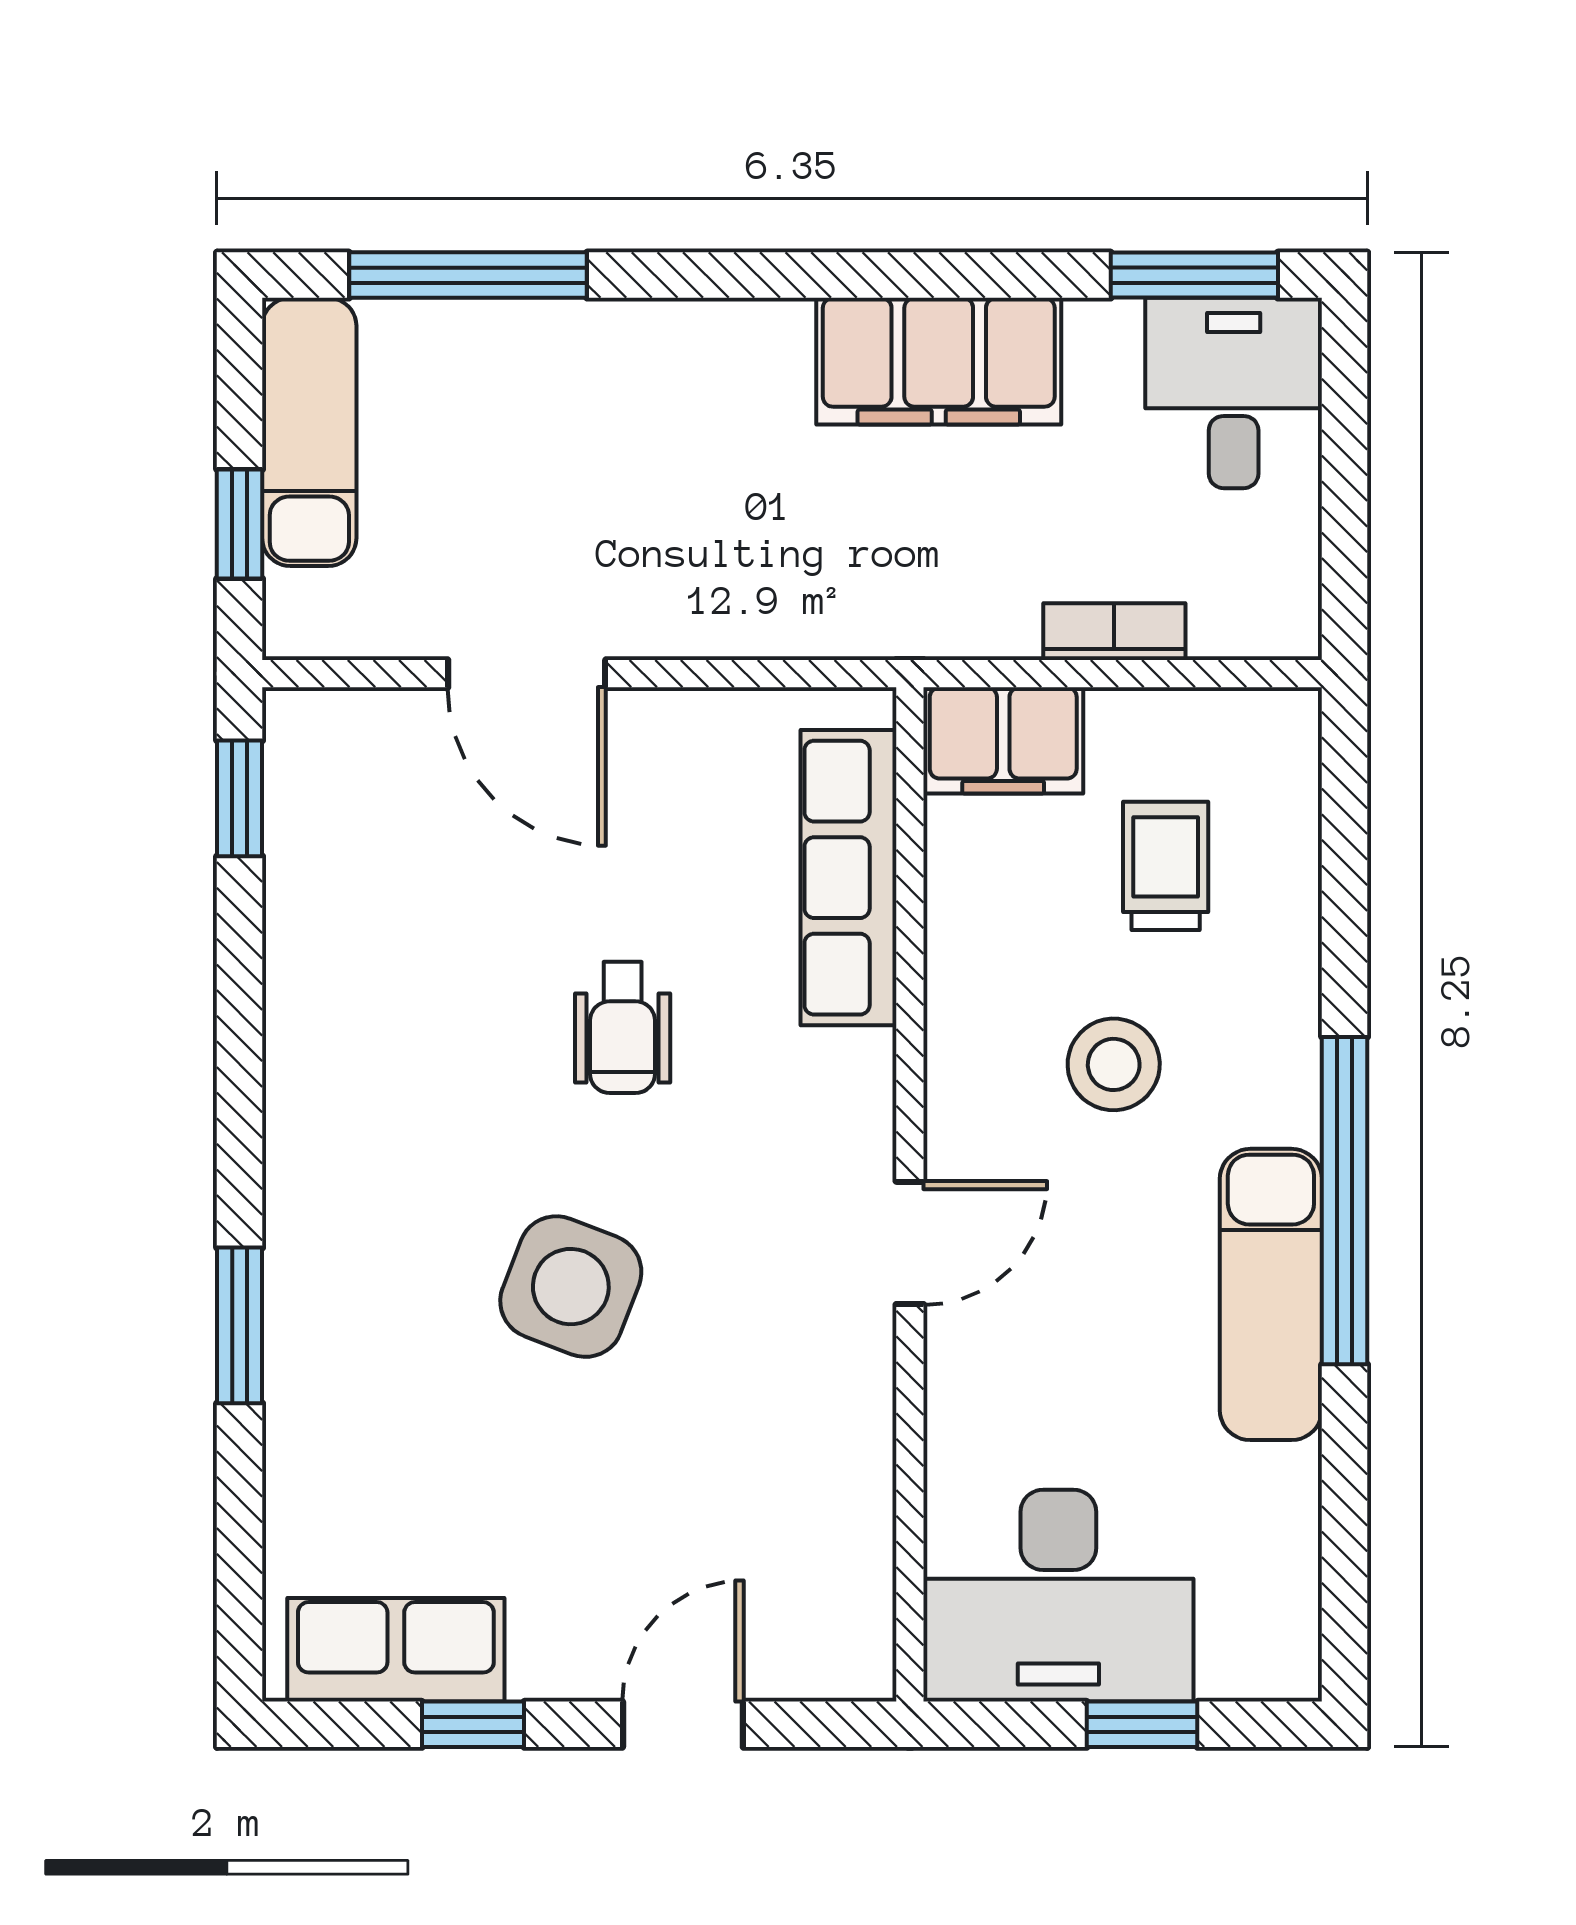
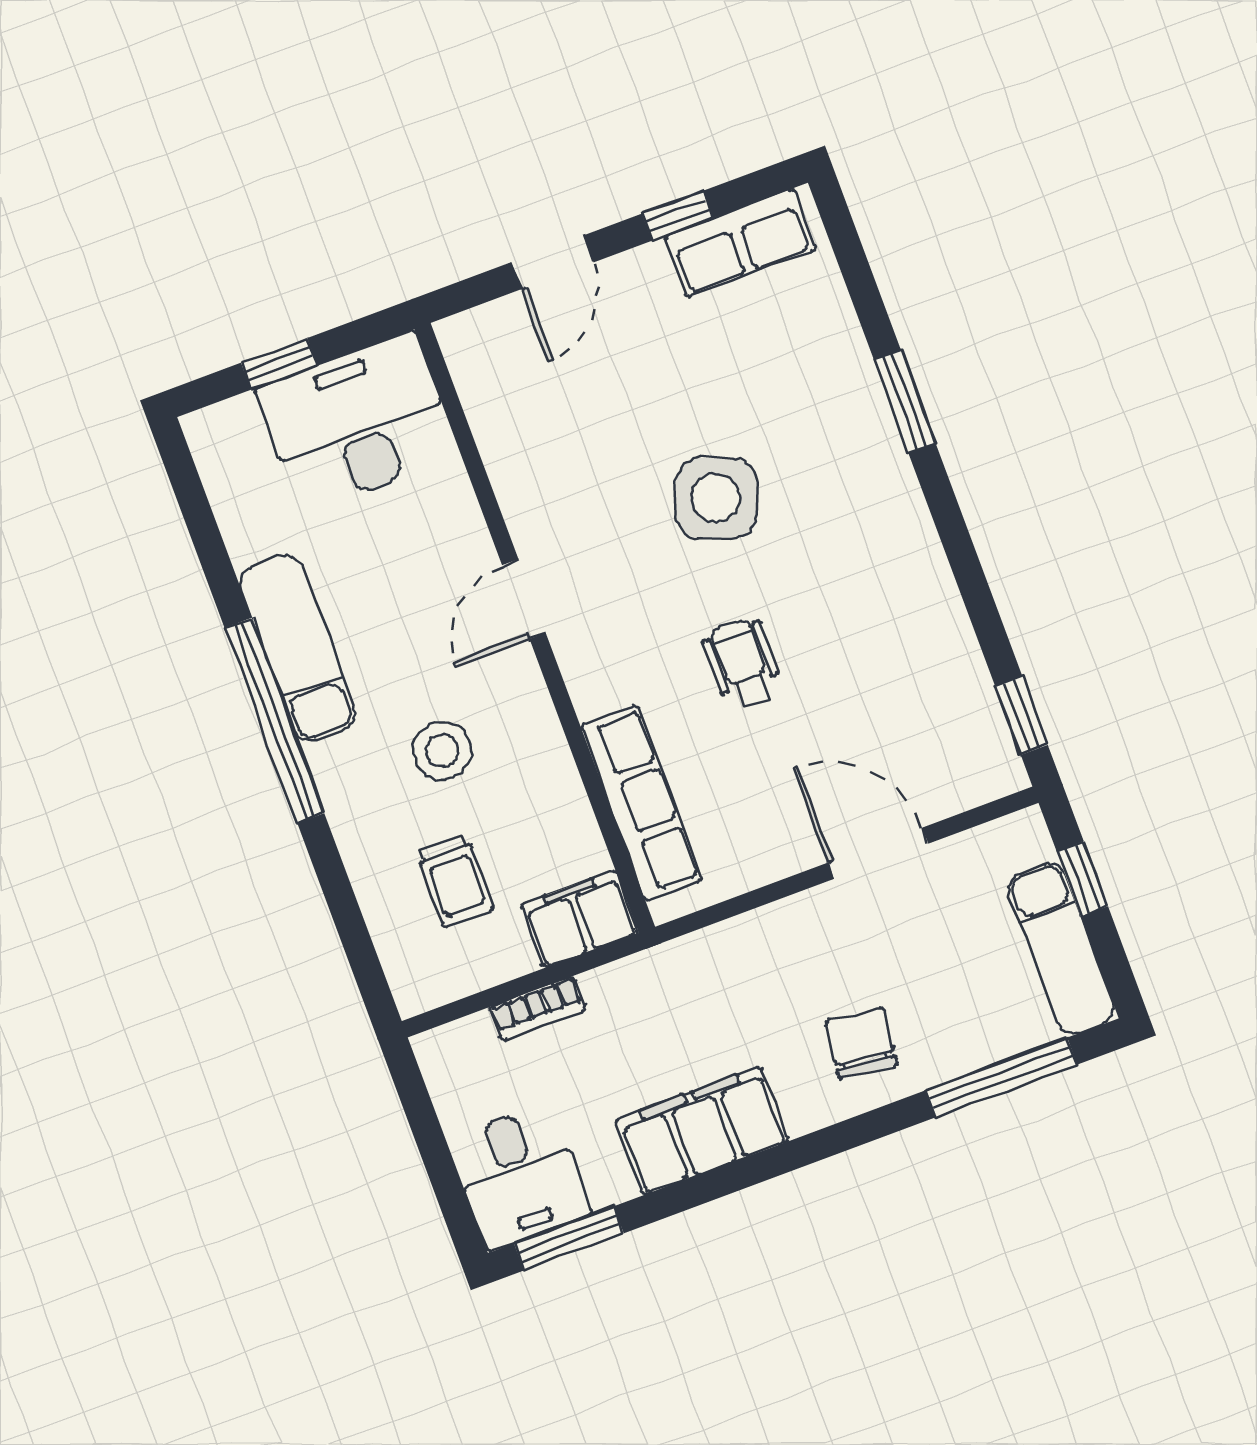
chair: (656, 403) -> (861, 1043), added

